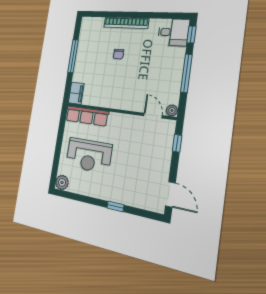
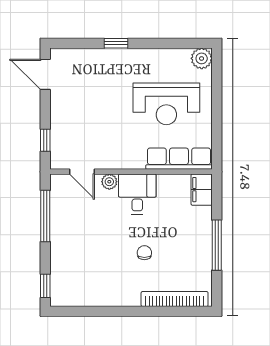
bookcase: (126, 23) -> (175, 299), moved
desk: (173, 32) -> (137, 194), moved, turned 90
window: (186, 73) -> (45, 216), moved
plant: (172, 110) -> (109, 182), moved
reception desk: (89, 155) -> (166, 104), turned 180

